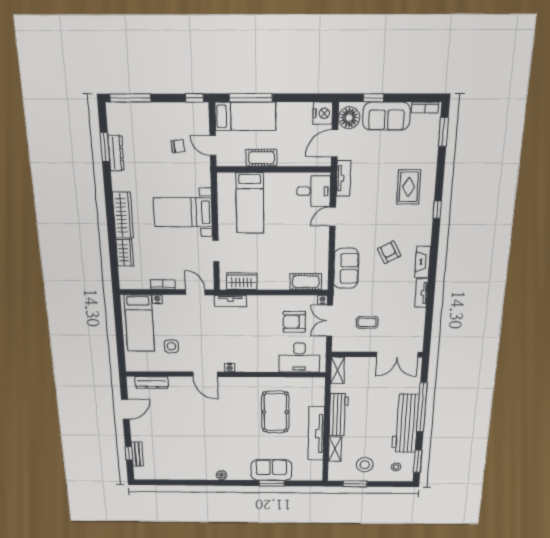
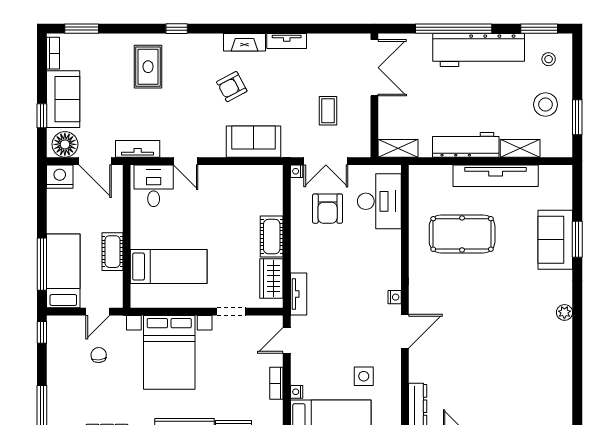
rug: (409, 187) -> (148, 67), turned 90
bed with nightstands: (183, 212) -> (169, 352), width x1.36
cot: (306, 282) -> (272, 237), moved

